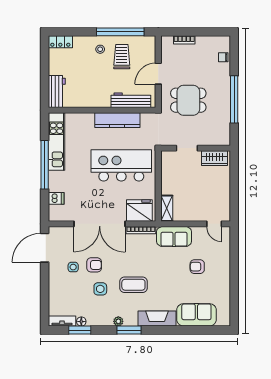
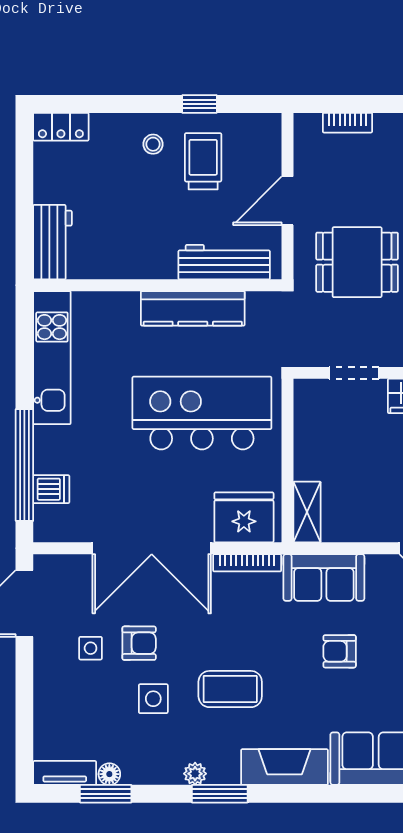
window: (120, 32) -> (200, 104), width x0.32
window: (45, 165) -> (24, 465), moved
armchair: (197, 267) -> (340, 651), moved

